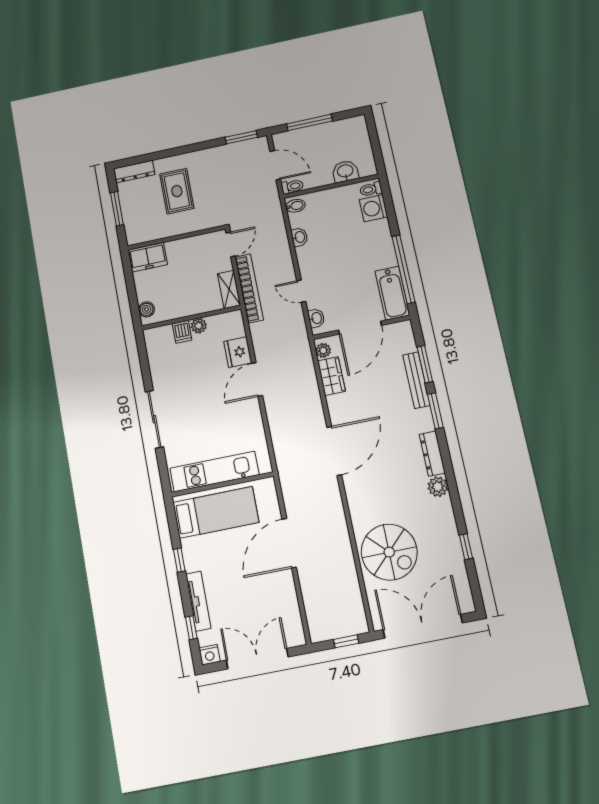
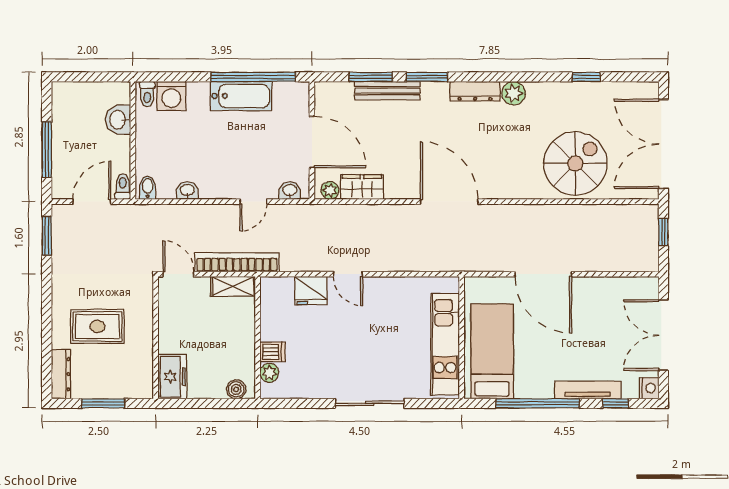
bathtub: (392, 293) -> (241, 96), moved
plant: (199, 326) -> (269, 373), moved
door: (257, 380) -> (348, 274), width x0.73
window: (179, 560) -> (538, 403), width x3.17

